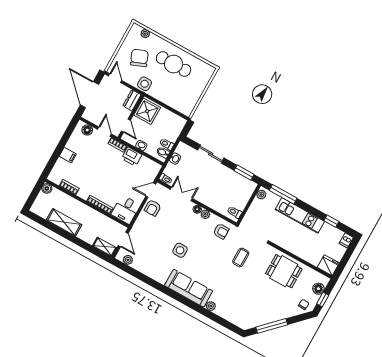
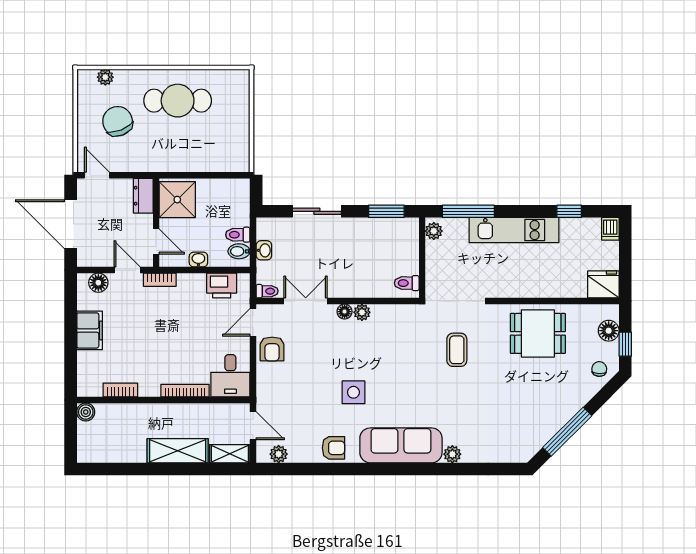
side table: (145, 84) -> (149, 158), removed
filing cabinet: (68, 155) -> (90, 330), width x2.00
printer: (132, 156) -> (222, 286), moved
shelving: (64, 222) -> (178, 451), moved
armchair: (221, 231) -> (333, 448), moved

